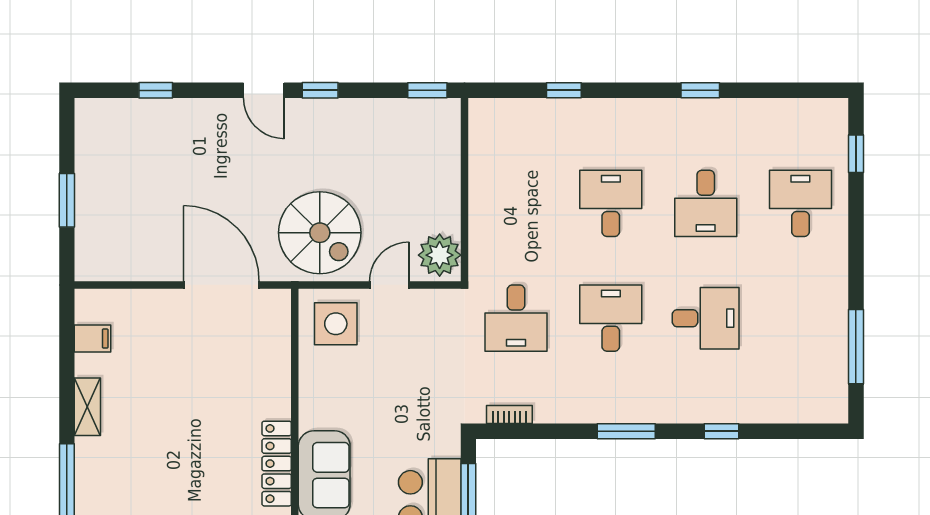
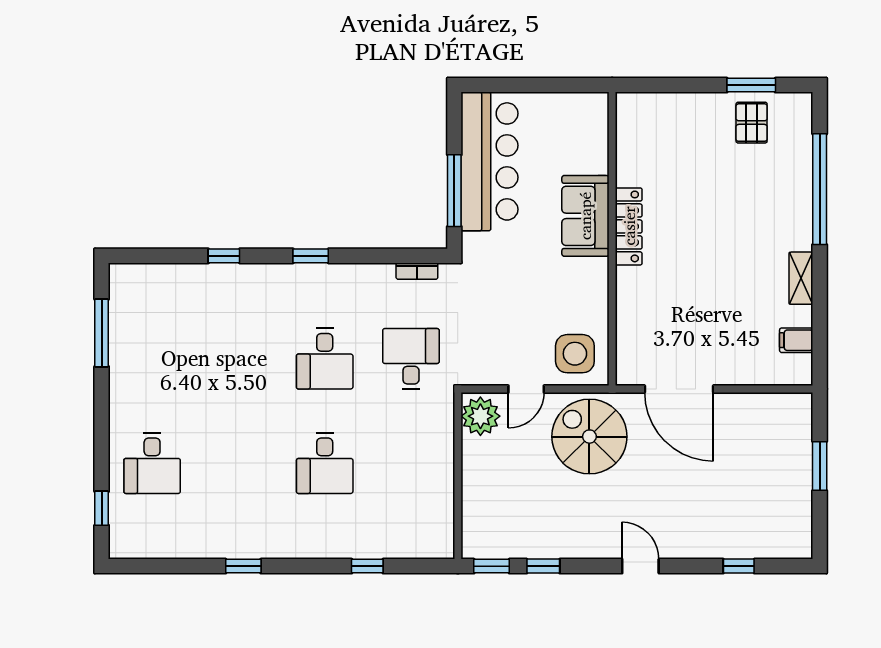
window: (320, 90) -> (543, 566), moved
desk: (706, 203) -> (238, 463), removed
desk: (706, 318) -> (238, 359), removed
window: (626, 431) -> (311, 256), width x0.67

